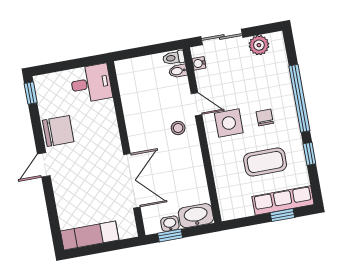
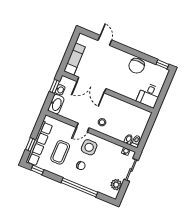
door: (197, 104) -> (83, 128), moved
window: (309, 154) -> (37, 170), moved
door: (44, 165) -> (105, 40), moved
row of seats: (283, 200) -> (39, 144), width x1.36
exam couch: (90, 235) -> (75, 59), moved

